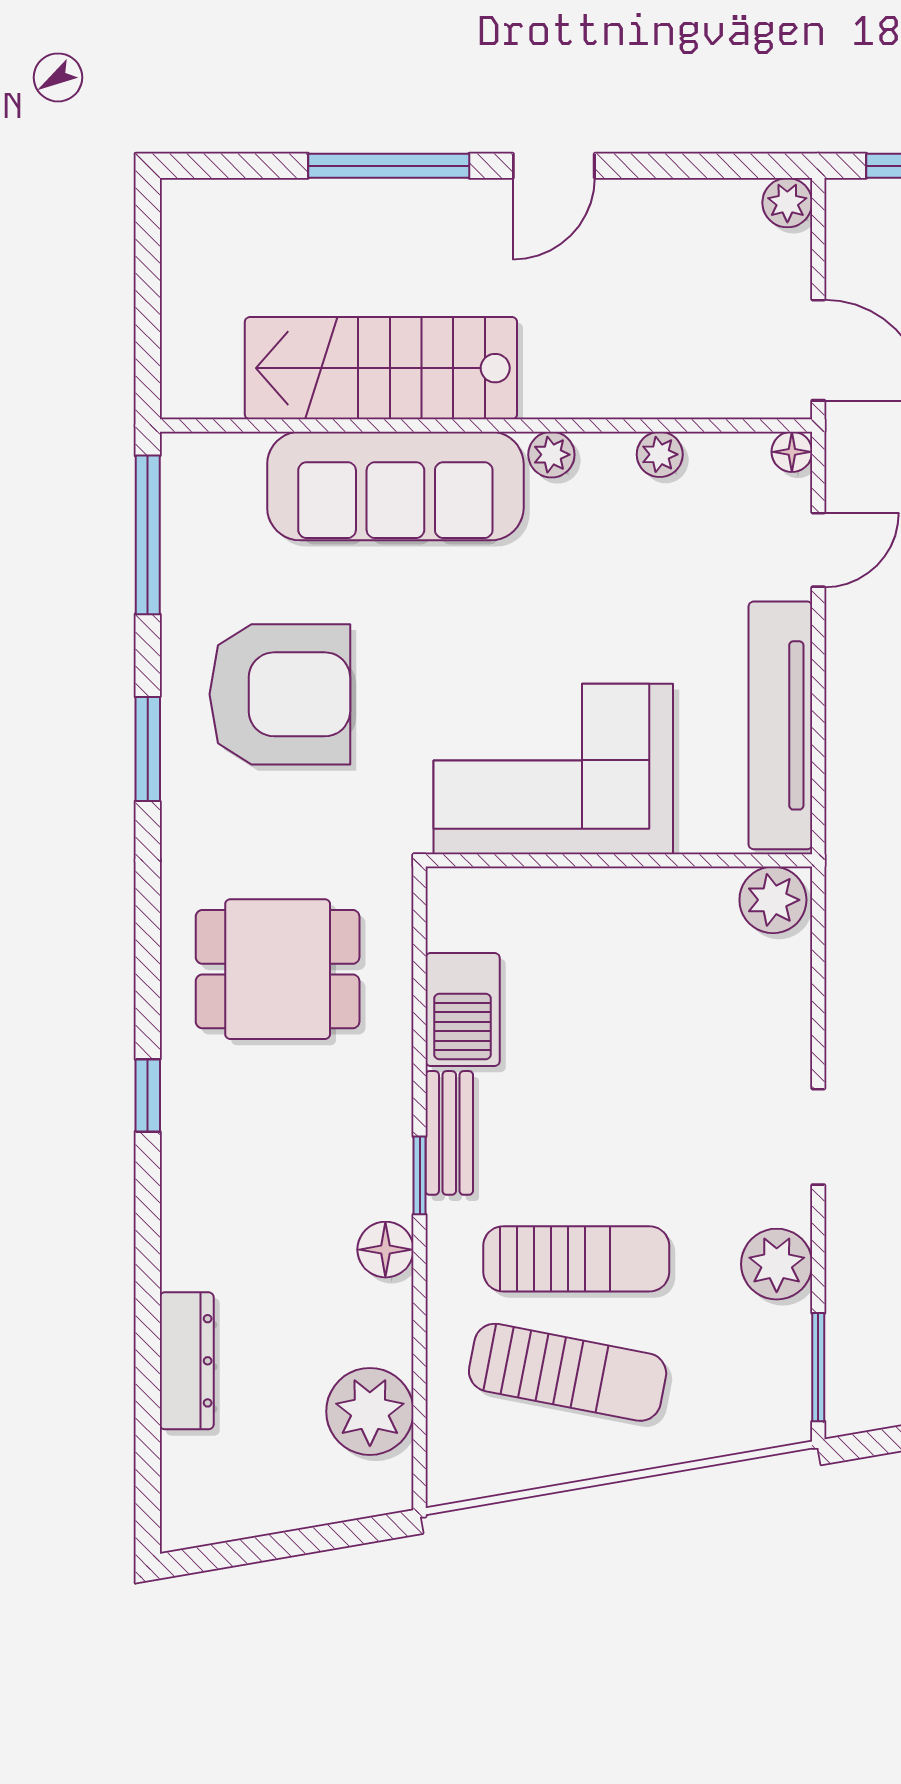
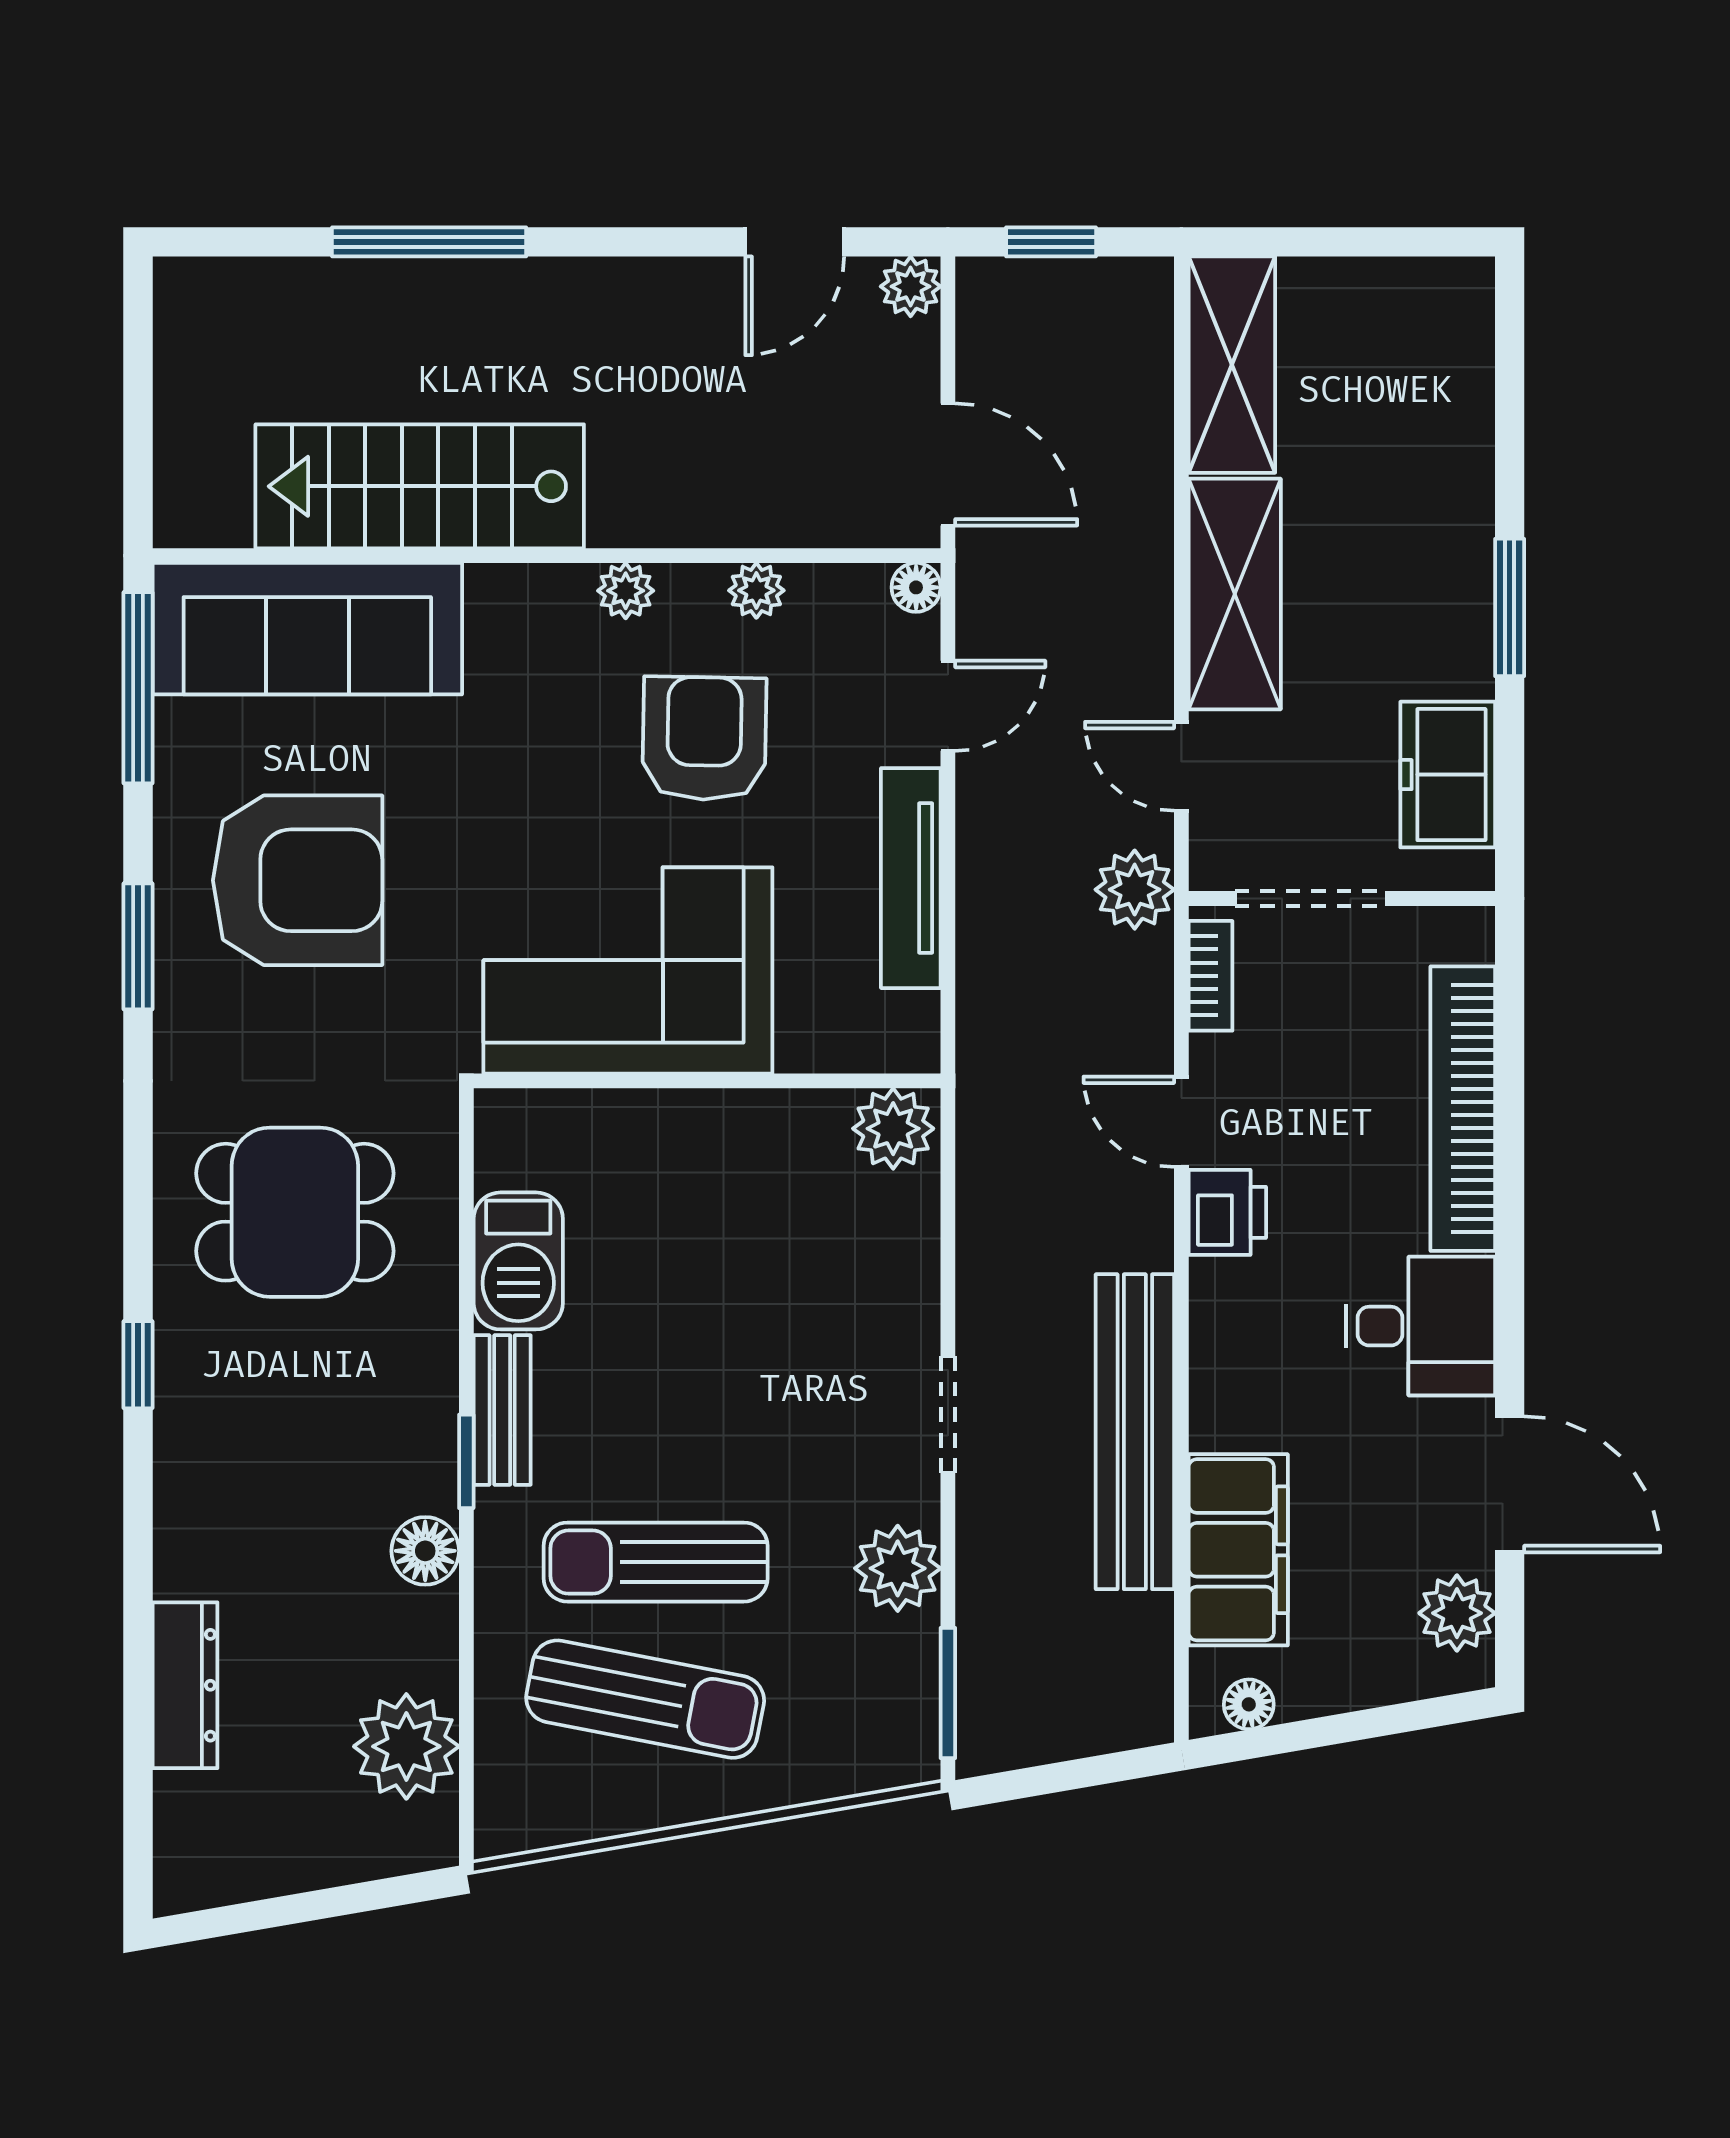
door: (554, 166) -> (795, 242), moved
sofa: (395, 486) -> (307, 629), moved
armchair: (617, 577) -> (704, 738), added
tv unit: (780, 725) -> (911, 878), width x0.73, depth x0.78
sun lounger: (576, 1259) -> (656, 1562), turned 180

